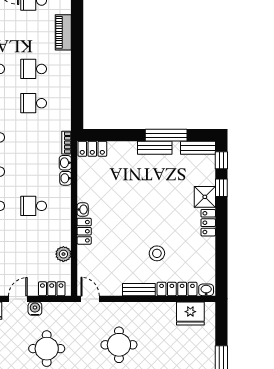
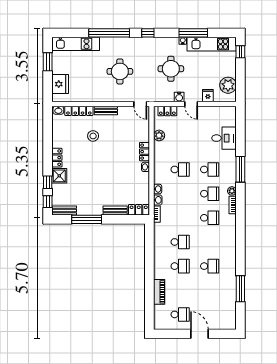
bench: (155, 148) -> (115, 211), moved
door: (18, 299) -> (191, 104), hinge flipped
fridge: (190, 313) -> (60, 84), moved, turned 90

